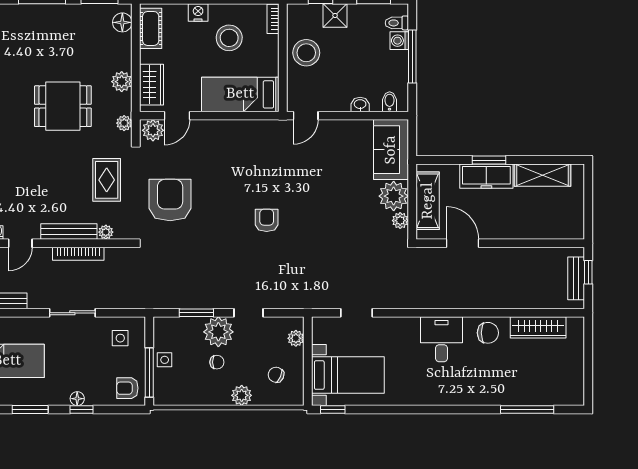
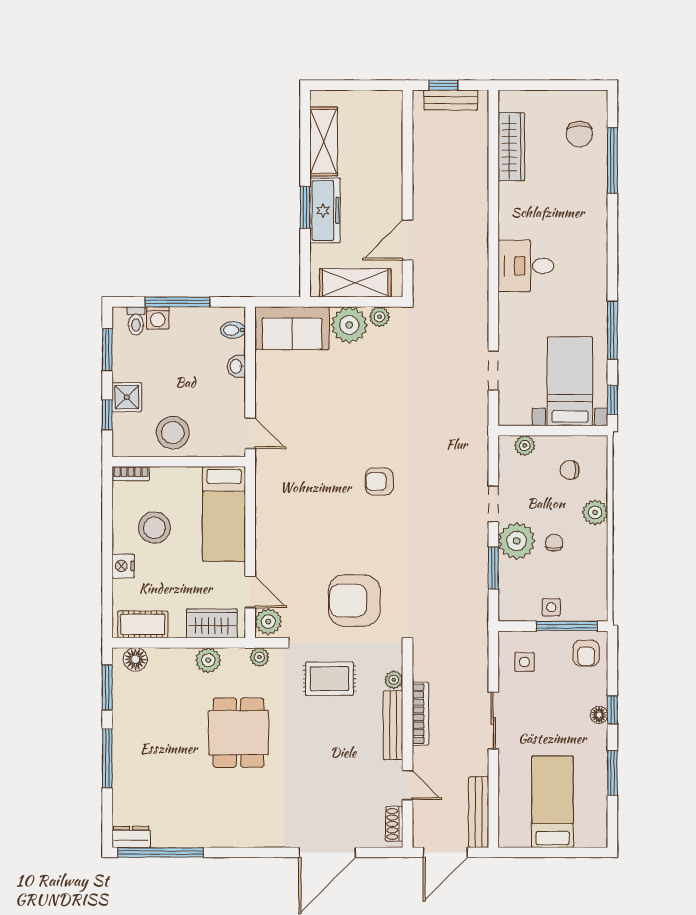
chair: (488, 333) -> (579, 134), moved, turned 180
chair: (276, 375) -> (570, 470), turned 66
window: (389, 409) -> (612, 330), added

